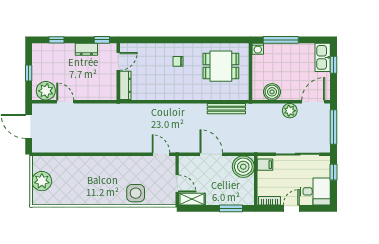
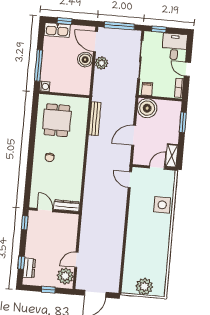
dresser: (86, 49) -> (29, 268), moved
boiler: (272, 92) -> (85, 60), moved
door: (161, 154) -> (130, 180), hinge flipped

